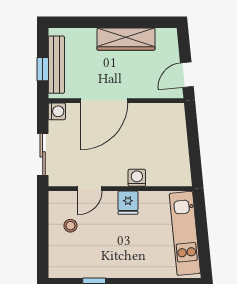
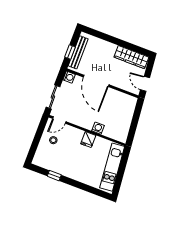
wardrobe: (126, 39) -> (131, 57), moved
door: (187, 75) -> (145, 84), hinge flipped
door: (104, 101) -> (96, 81), hinge flipped
door: (90, 189) -> (59, 120), moved

